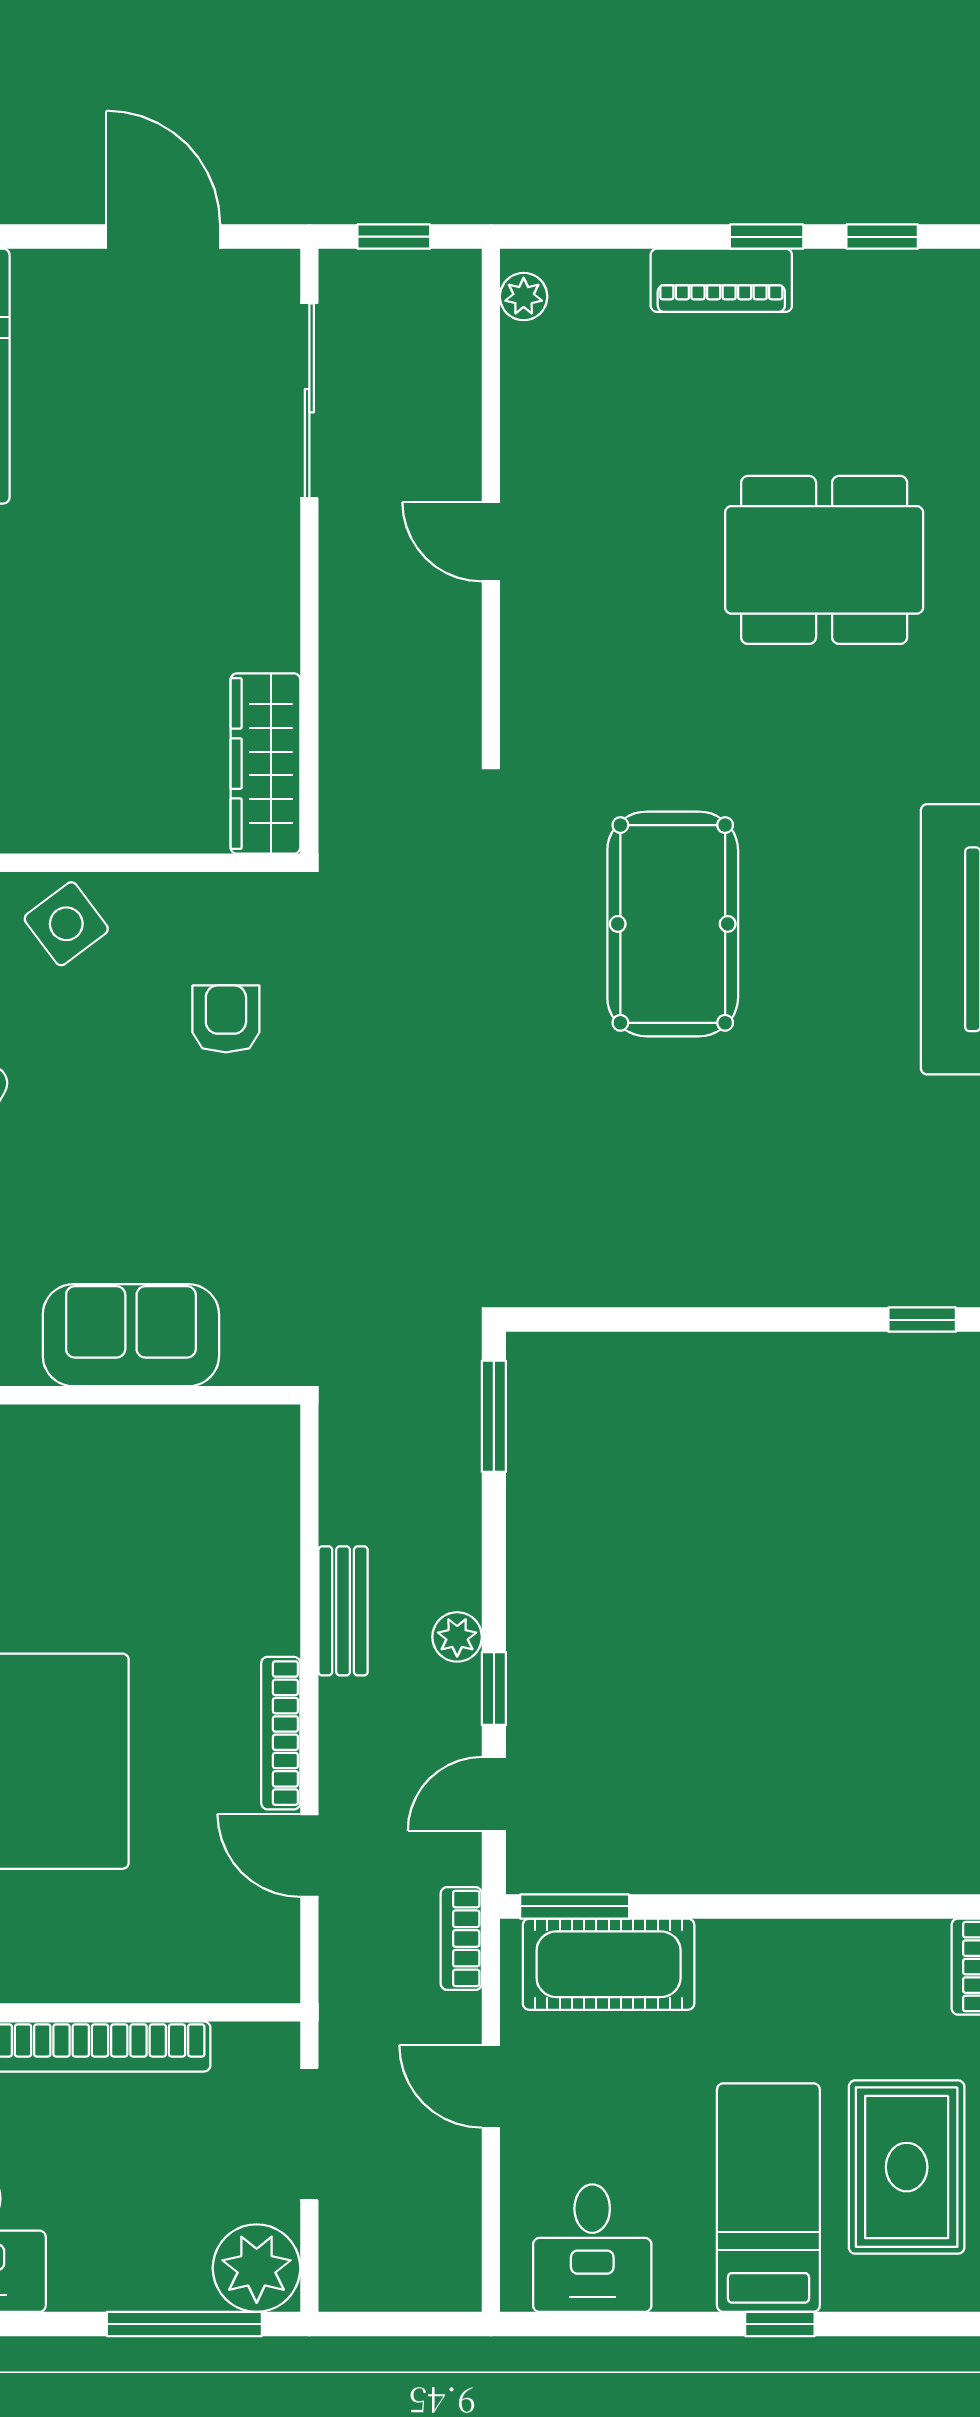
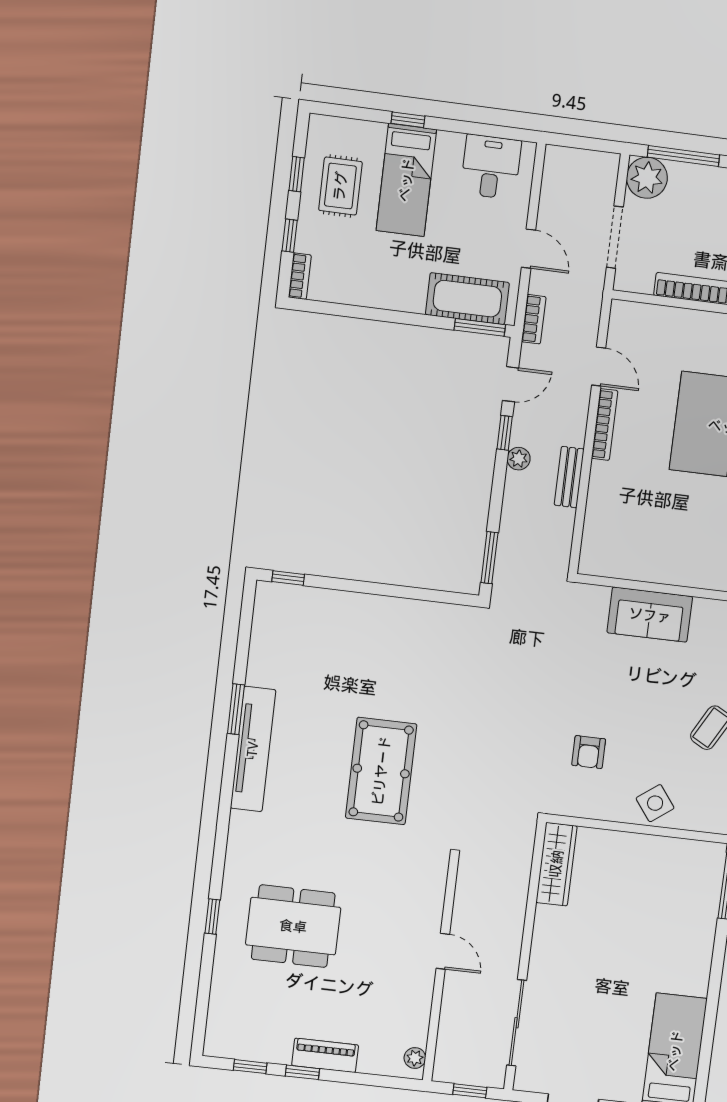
rug: (907, 2167) -> (340, 186), width x0.73, depth x0.70

